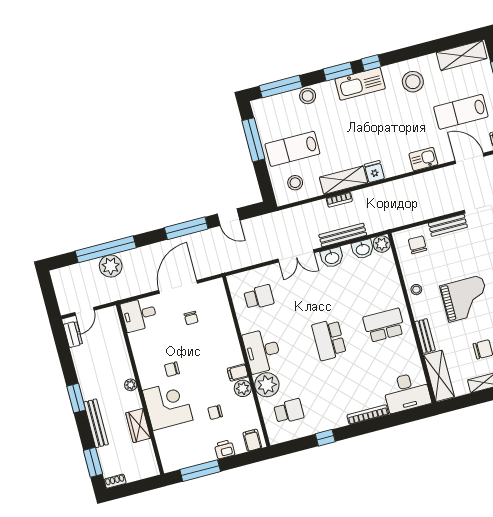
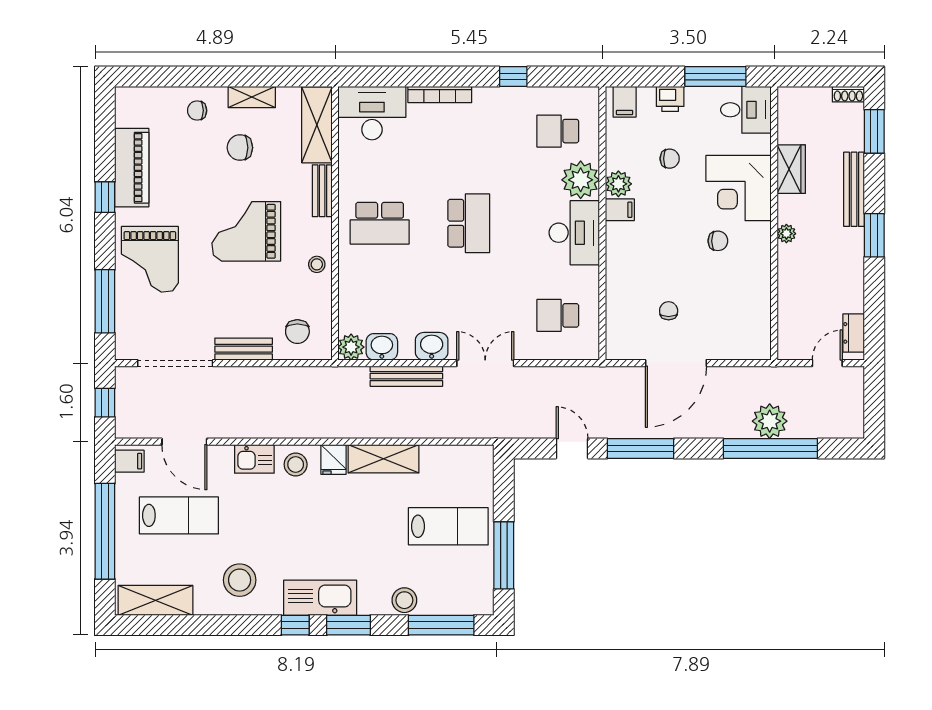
stool: (295, 183) -> (296, 464), moved
bookcase: (339, 200) -> (398, 431), removed
desk: (139, 315) -> (746, 110), moved

